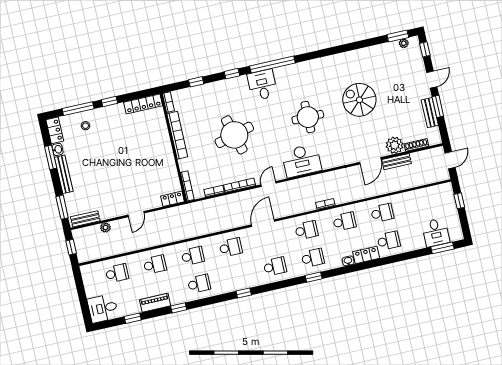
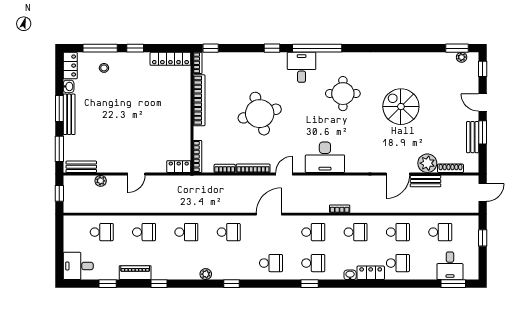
door: (432, 80) -> (483, 102), swing flipped
window: (196, 82) -> (211, 48), moved
round table: (308, 117) -> (343, 94), moved
window: (51, 157) -> (59, 108), moved
school desk: (199, 284) -> (440, 232), moved
plant: (219, 290) -> (206, 274), added

